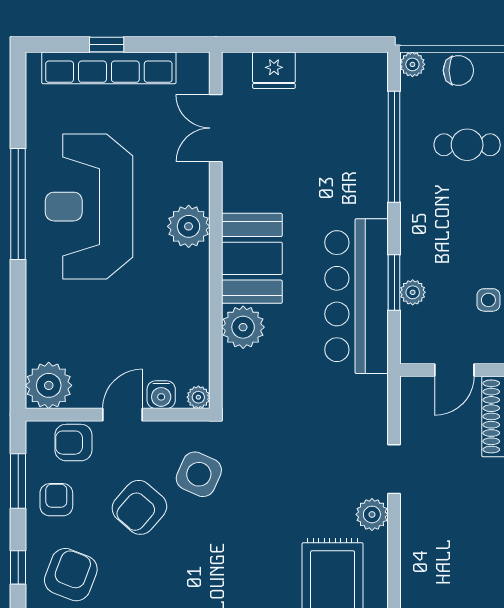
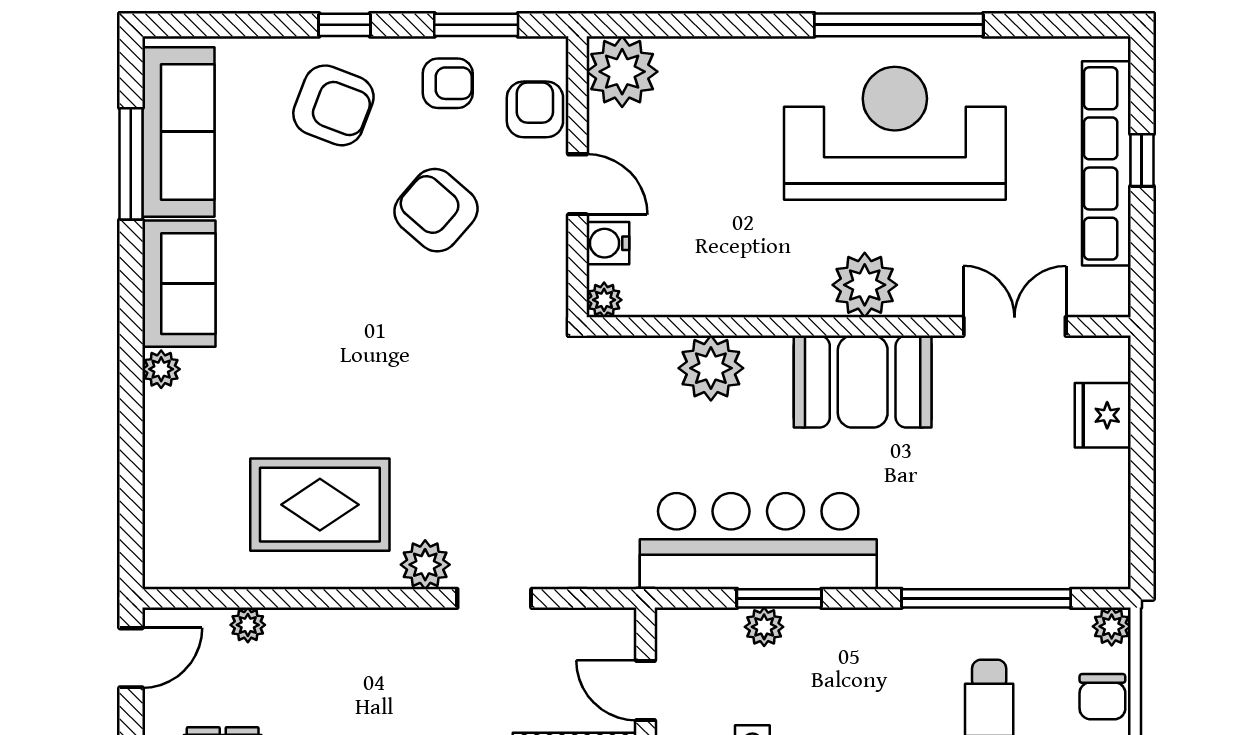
booth: (252, 258) -> (863, 382), moved
side table: (199, 474) -> (487, 301), removed

